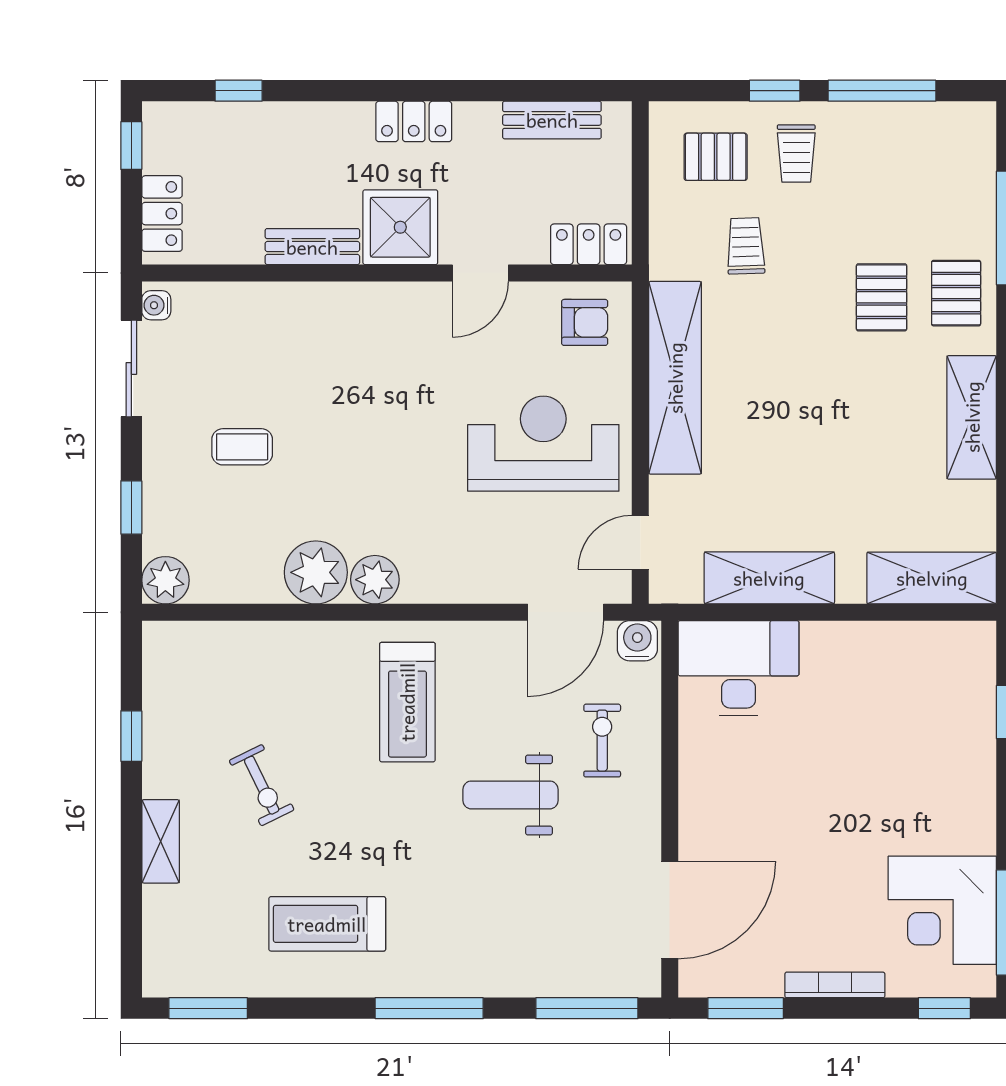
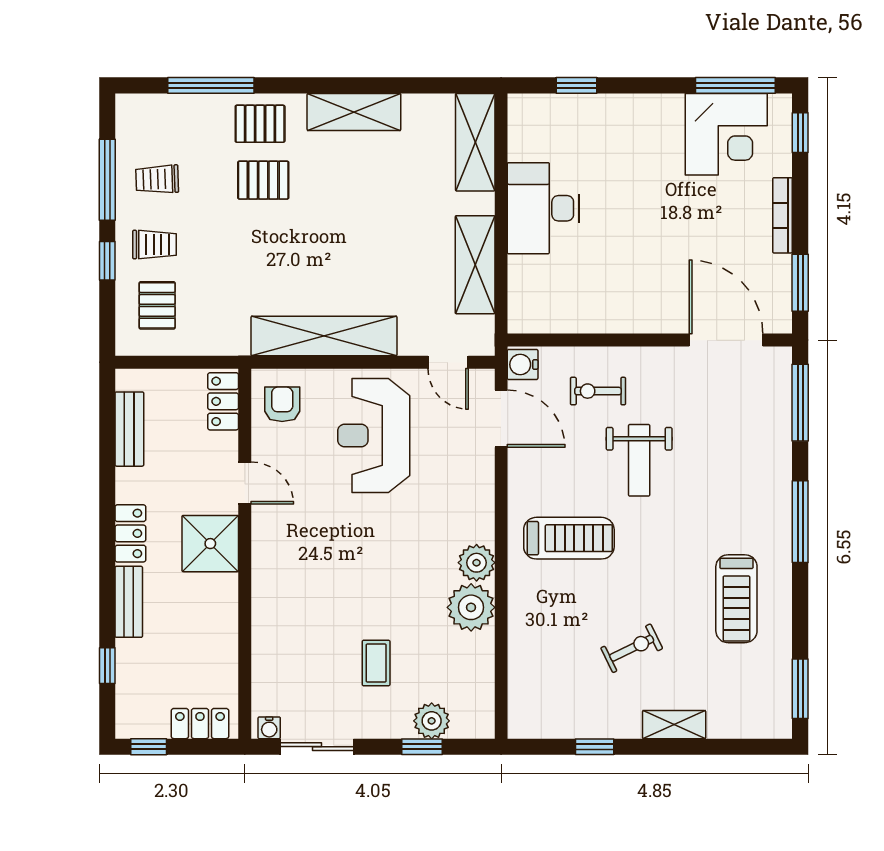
trolley: (746, 246) -> (157, 179), moved
bench: (312, 247) -> (129, 602), moved
plant: (165, 580) -> (432, 721), moved
desk: (739, 668) -> (543, 208), moved

